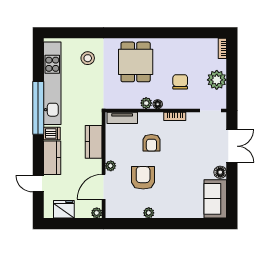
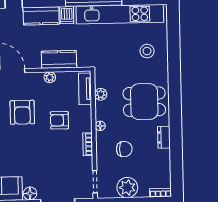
dresser: (170, 44) -> (164, 137), added
plant: (146, 103) -> (101, 94), moved
plant: (111, 166) -> (50, 77), moved
armchair: (143, 178) -> (22, 112), turned 90

